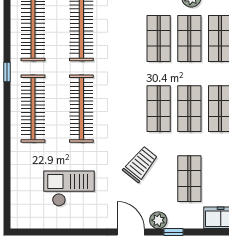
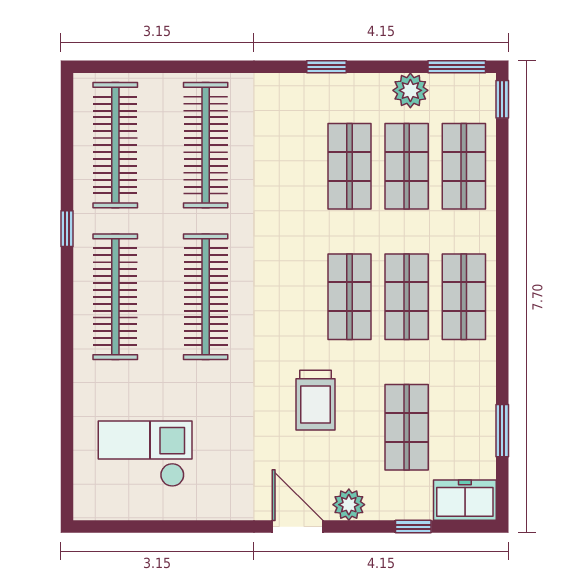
trolley: (140, 164) -> (316, 400), turned 141
checkout: (69, 189) -> (145, 454), moved
window: (174, 232) -> (413, 527), moved

